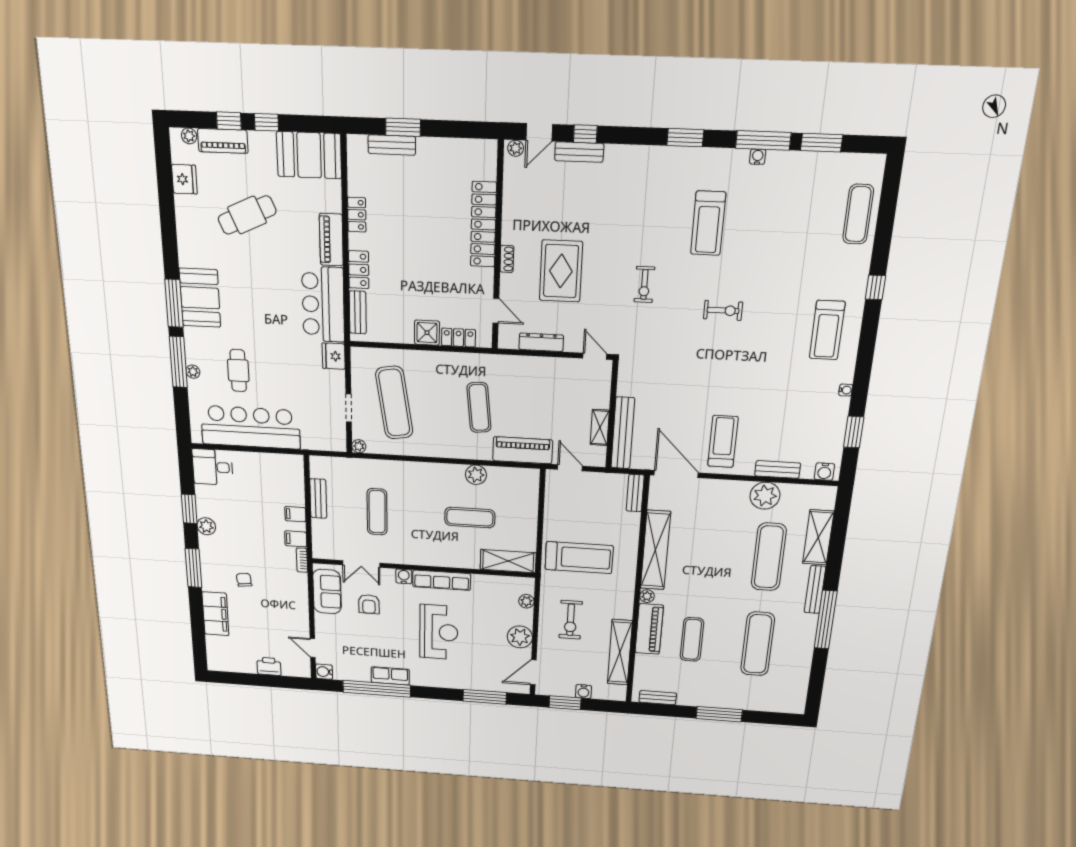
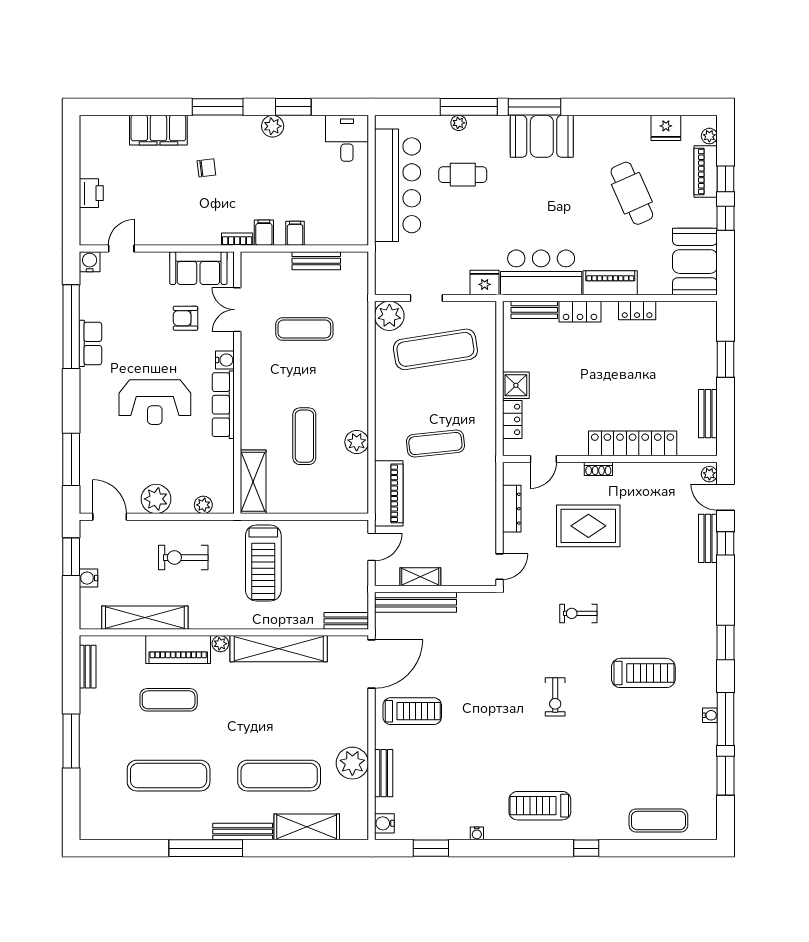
bench: (392, 145) -> (708, 414), moved
treadmill: (708, 223) -> (643, 673), turned 180
plant: (359, 446) -> (389, 316), width x1.87, depth x1.87

